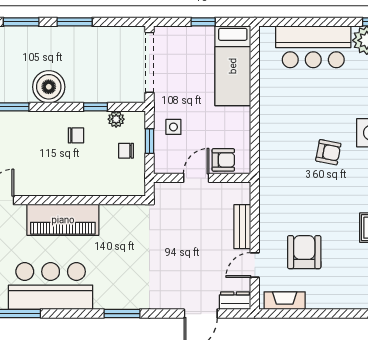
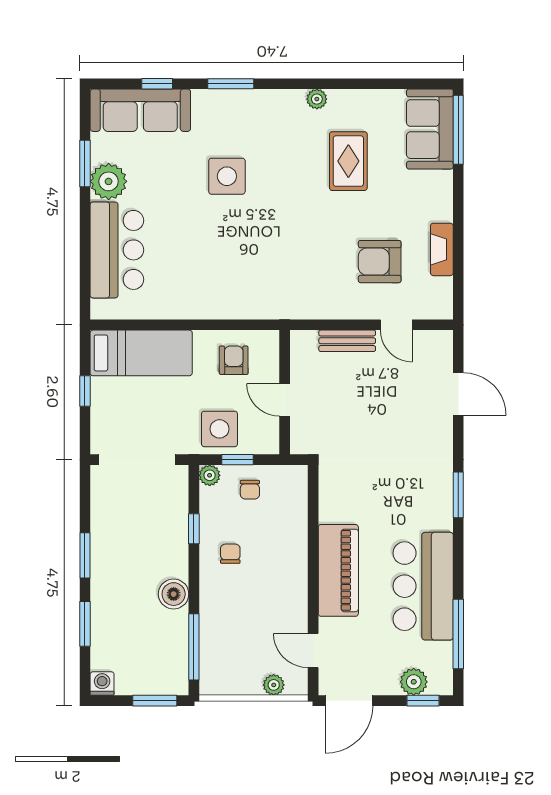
boiler: (49, 87) -> (174, 594), width x0.73, depth x0.73
plant: (116, 119) -> (210, 475), moved
side table: (173, 127) -> (219, 429), width x1.87, depth x1.87
armchair: (328, 152) -> (252, 231), removed
armchair: (223, 160) -> (234, 360), moved
dresser: (235, 301) -> (442, 350), removed
fireplace: (285, 301) -> (442, 249), moved

